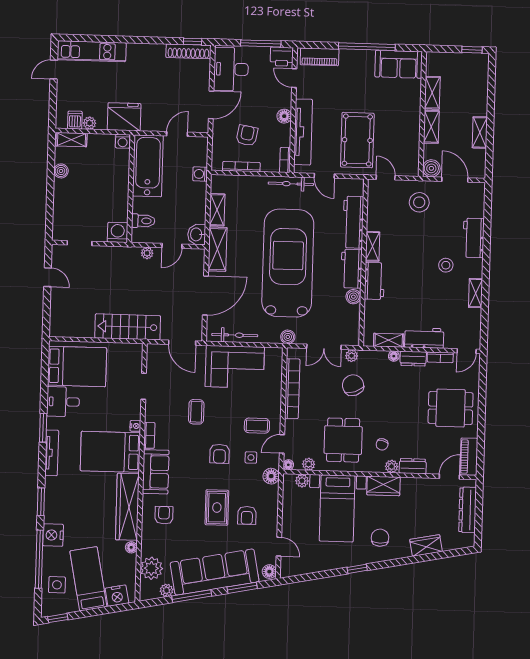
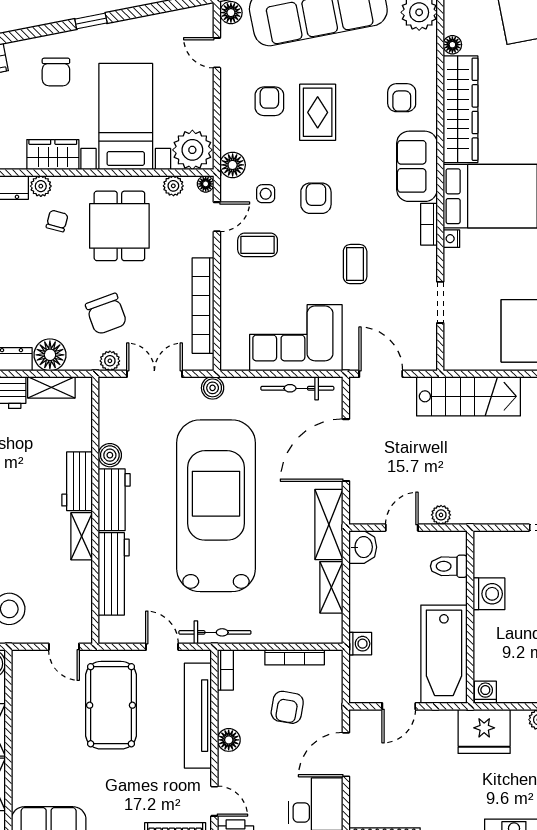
washing machine: (118, 232) -> (489, 594), moved, turned -90
car: (288, 263) -> (216, 506), turned 180
floor lamp: (394, 356) -> (50, 355), width x1.89, depth x1.89
plant: (302, 481) -> (192, 150), width x1.88, depth x1.88

